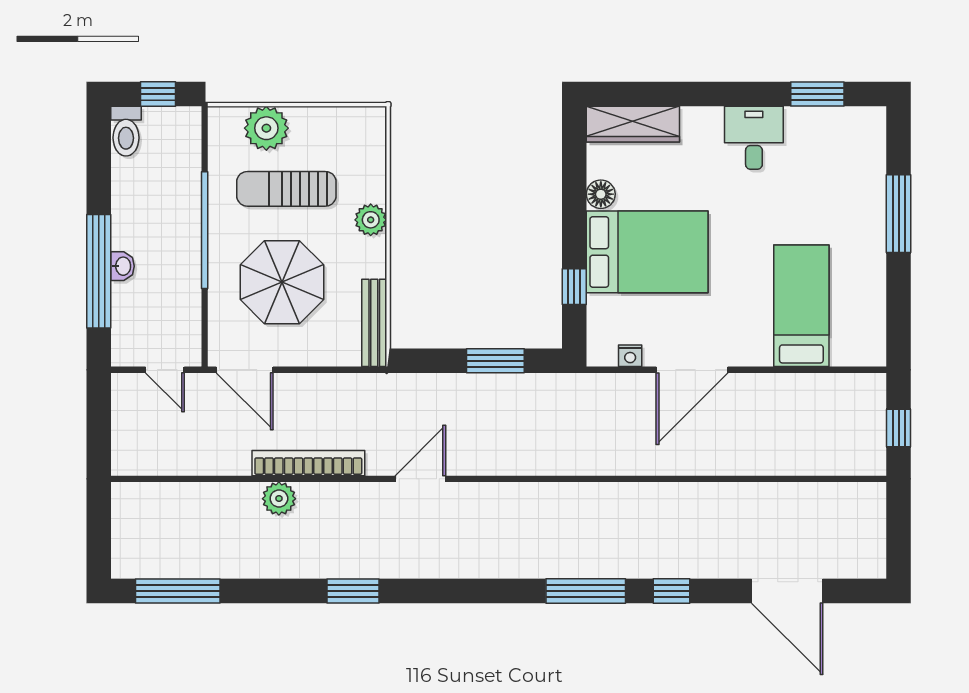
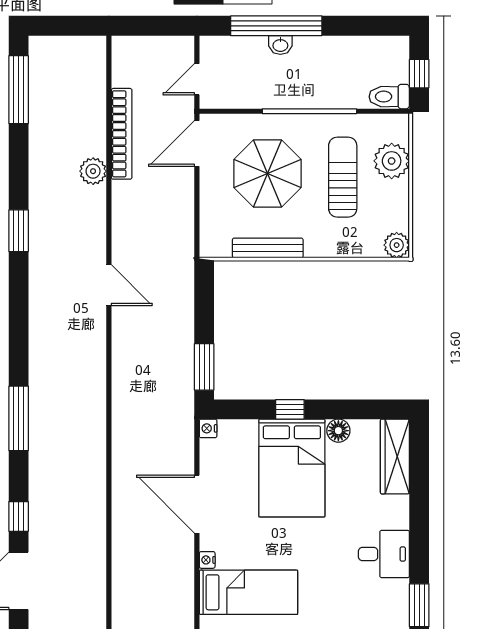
toilet: (126, 131) -> (389, 97), moved
plant: (371, 220) -> (397, 245), moved
window: (574, 287) -> (290, 409), moved
bench: (374, 323) -> (268, 248), moved
nightstand: (630, 356) -> (208, 428), moved
nightstand: (761, 357) -> (207, 560), added
window: (495, 361) -> (204, 367), moved
bookcase: (308, 463) -> (122, 134), moved
window: (672, 591) -> (19, 516), moved

